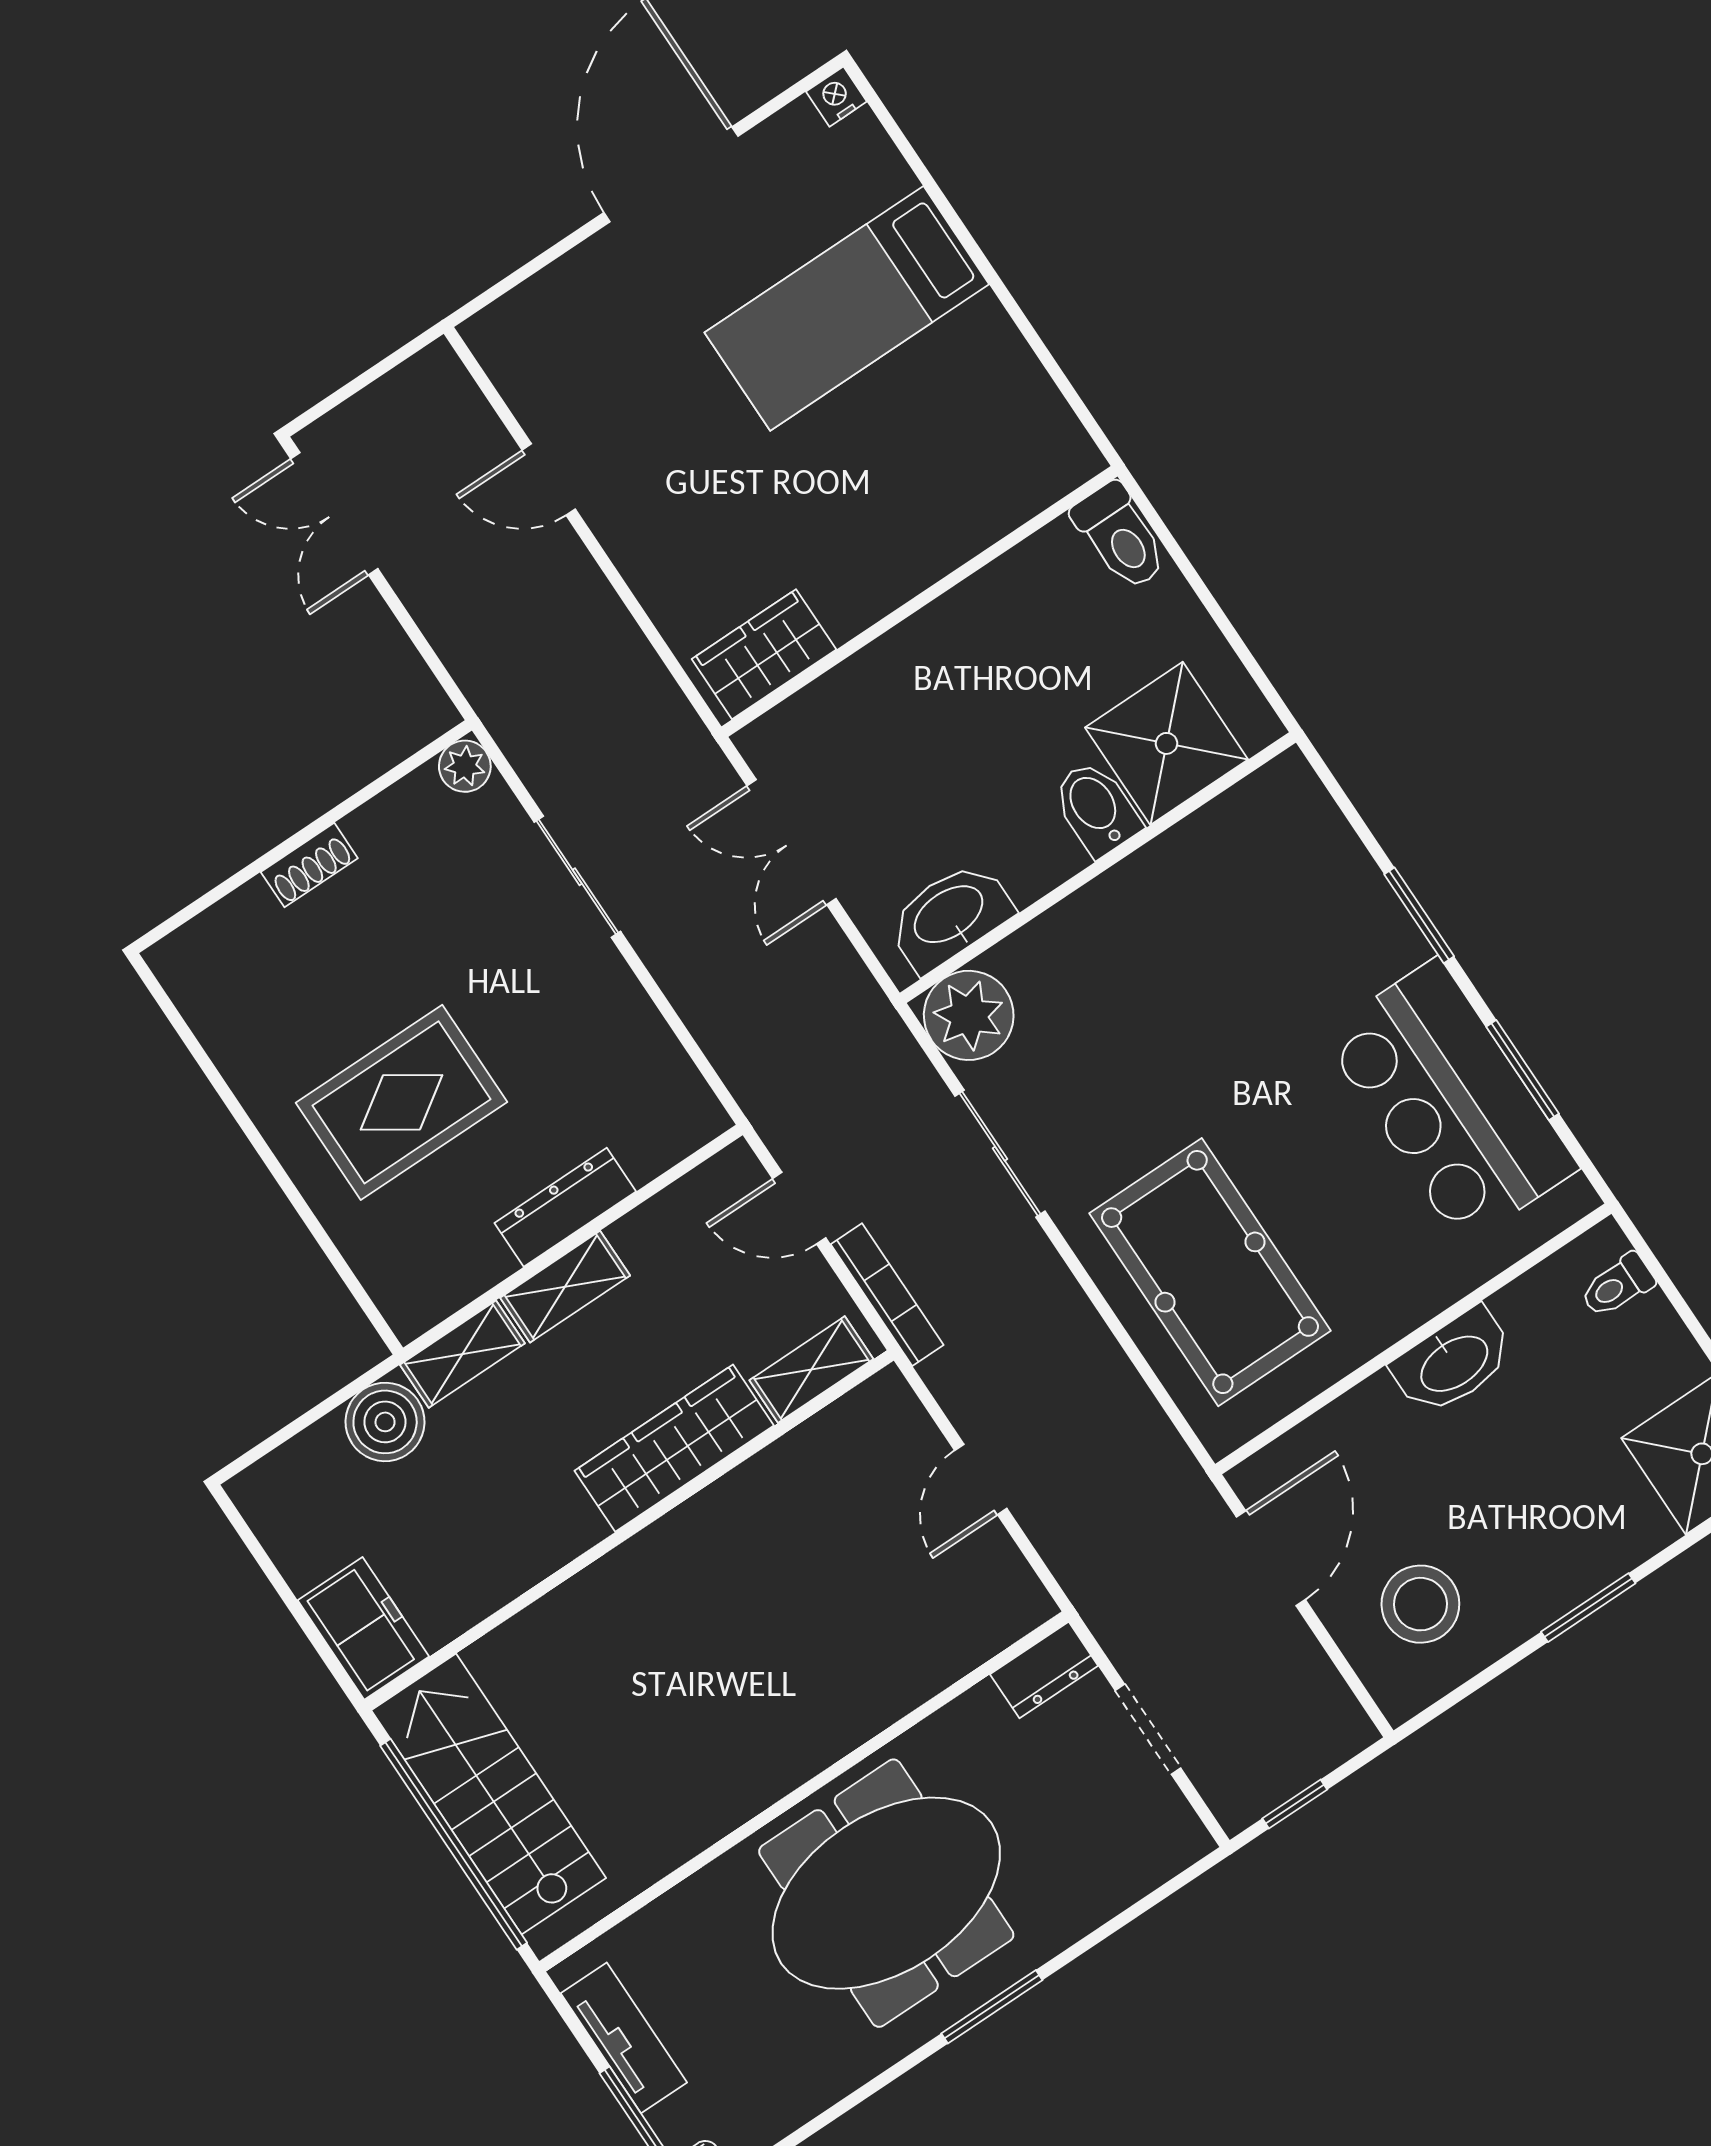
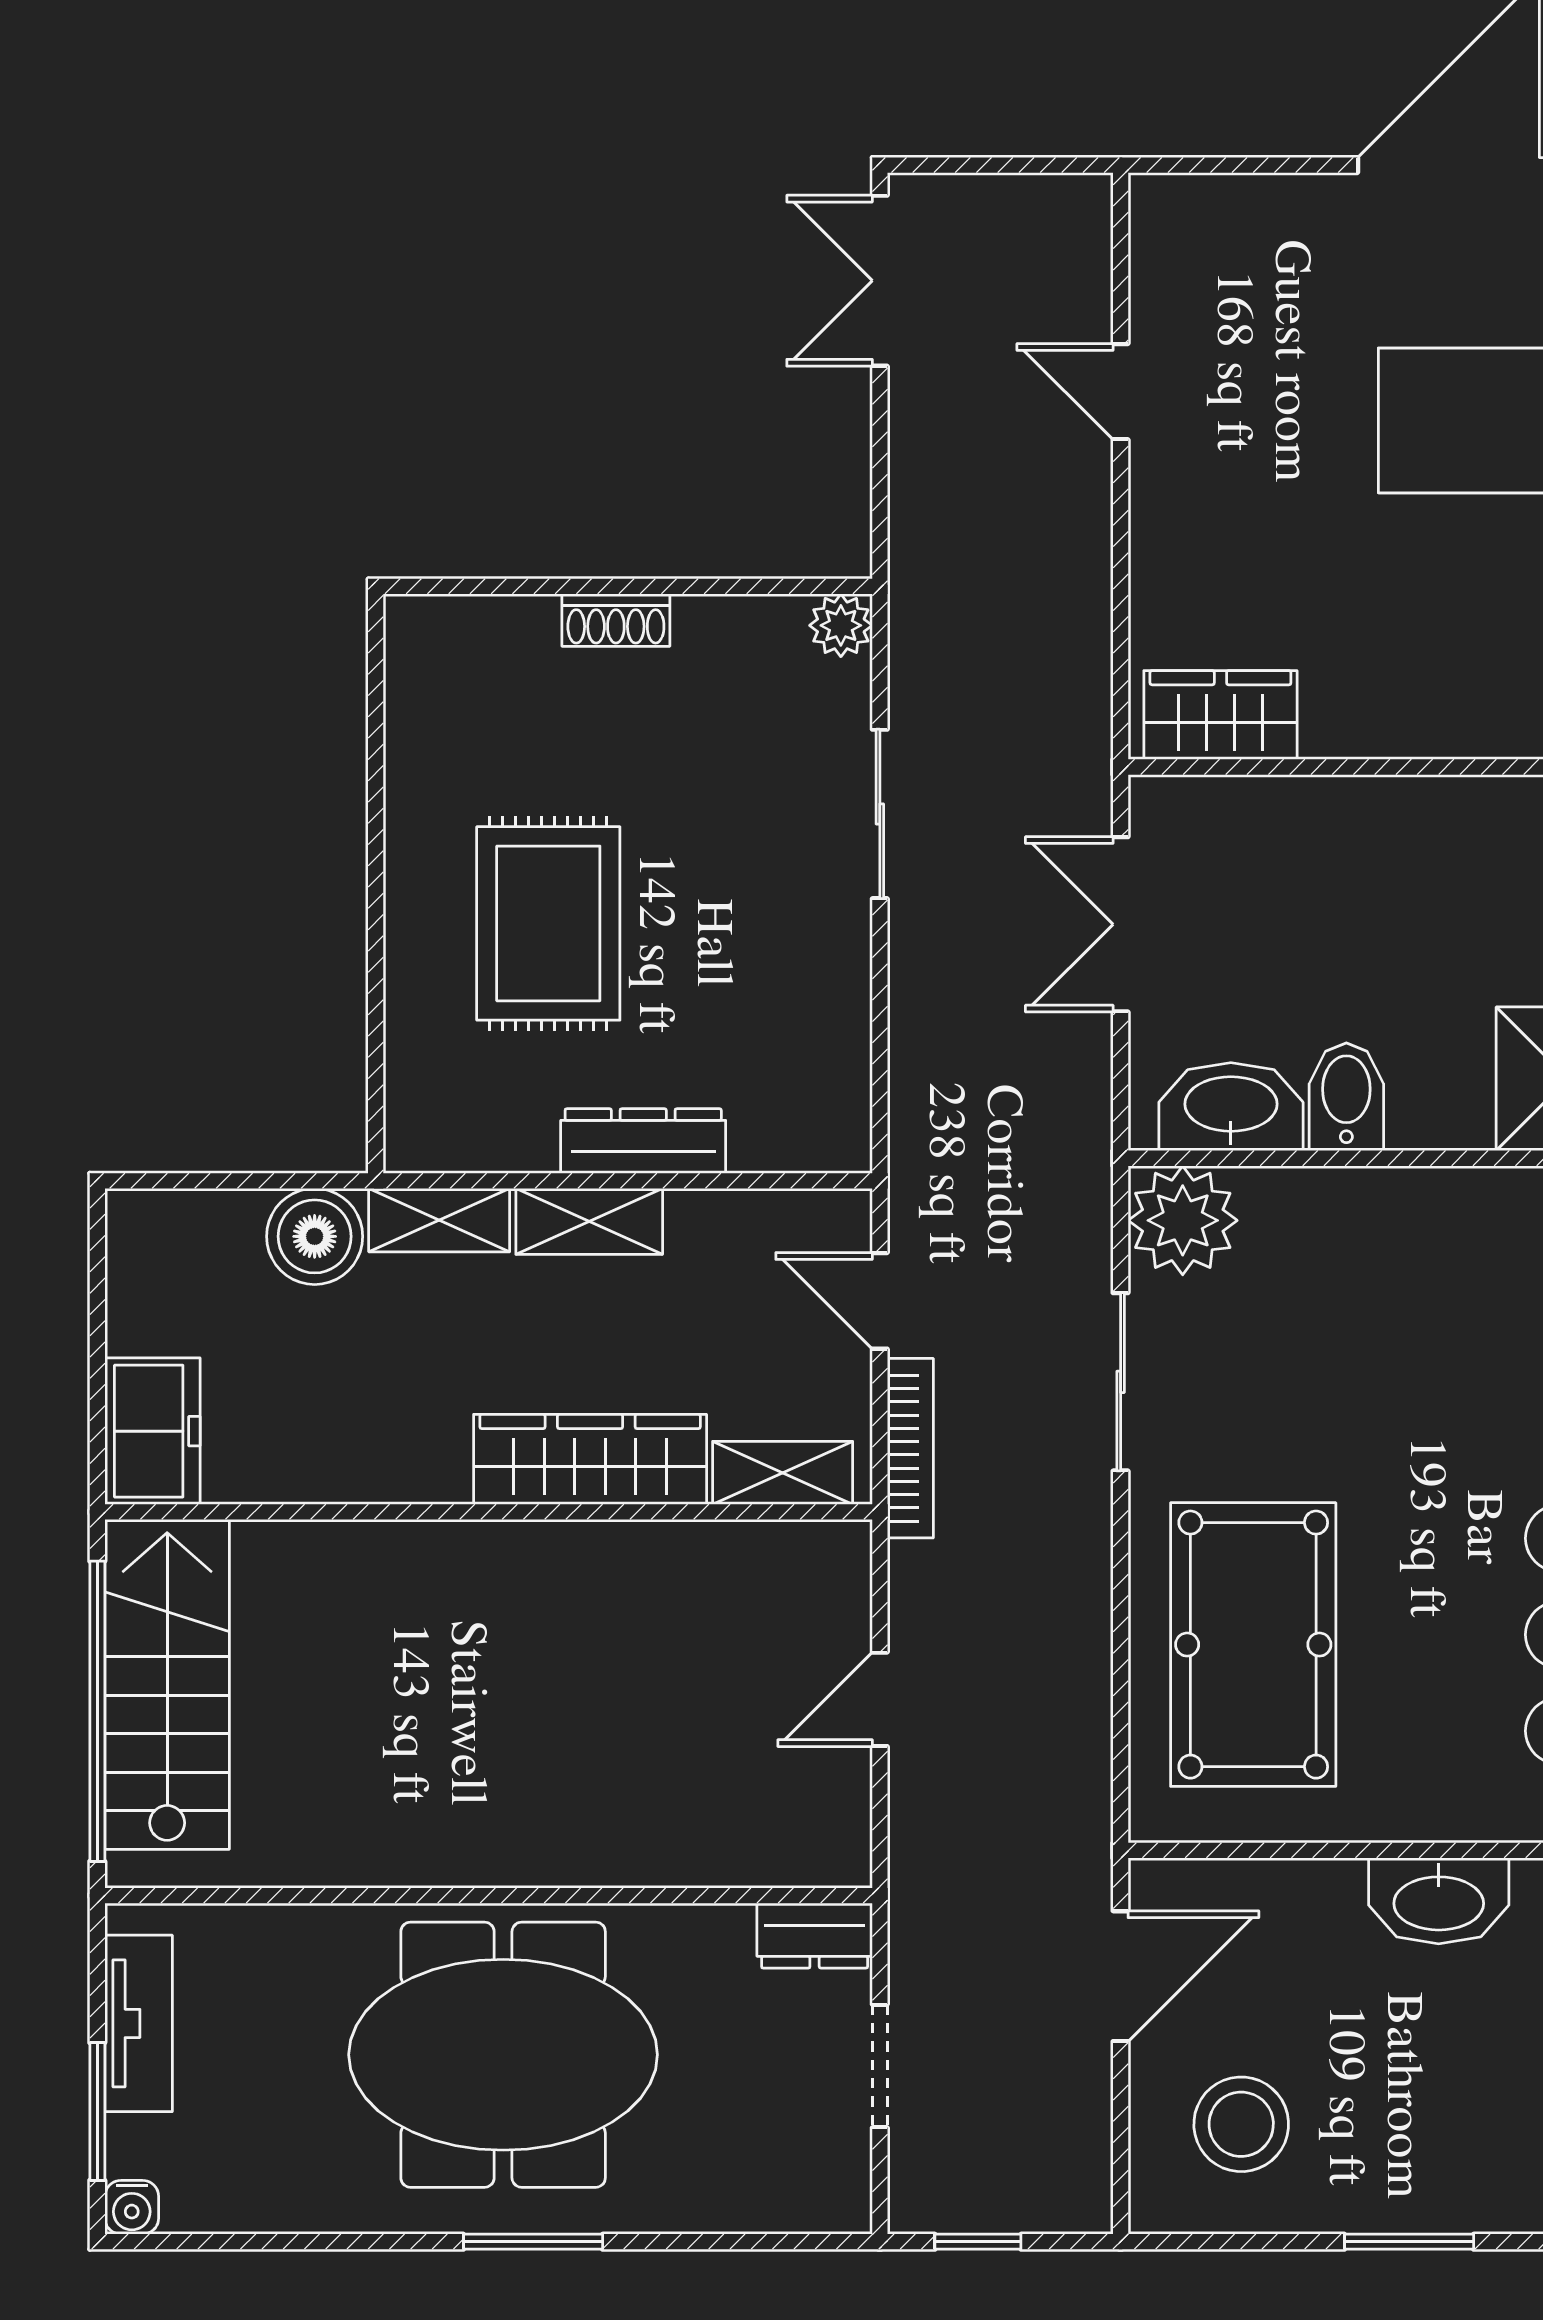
bidet: (1096, 808) -> (1346, 1097), moved
rug: (401, 1102) -> (548, 923), turned 90

